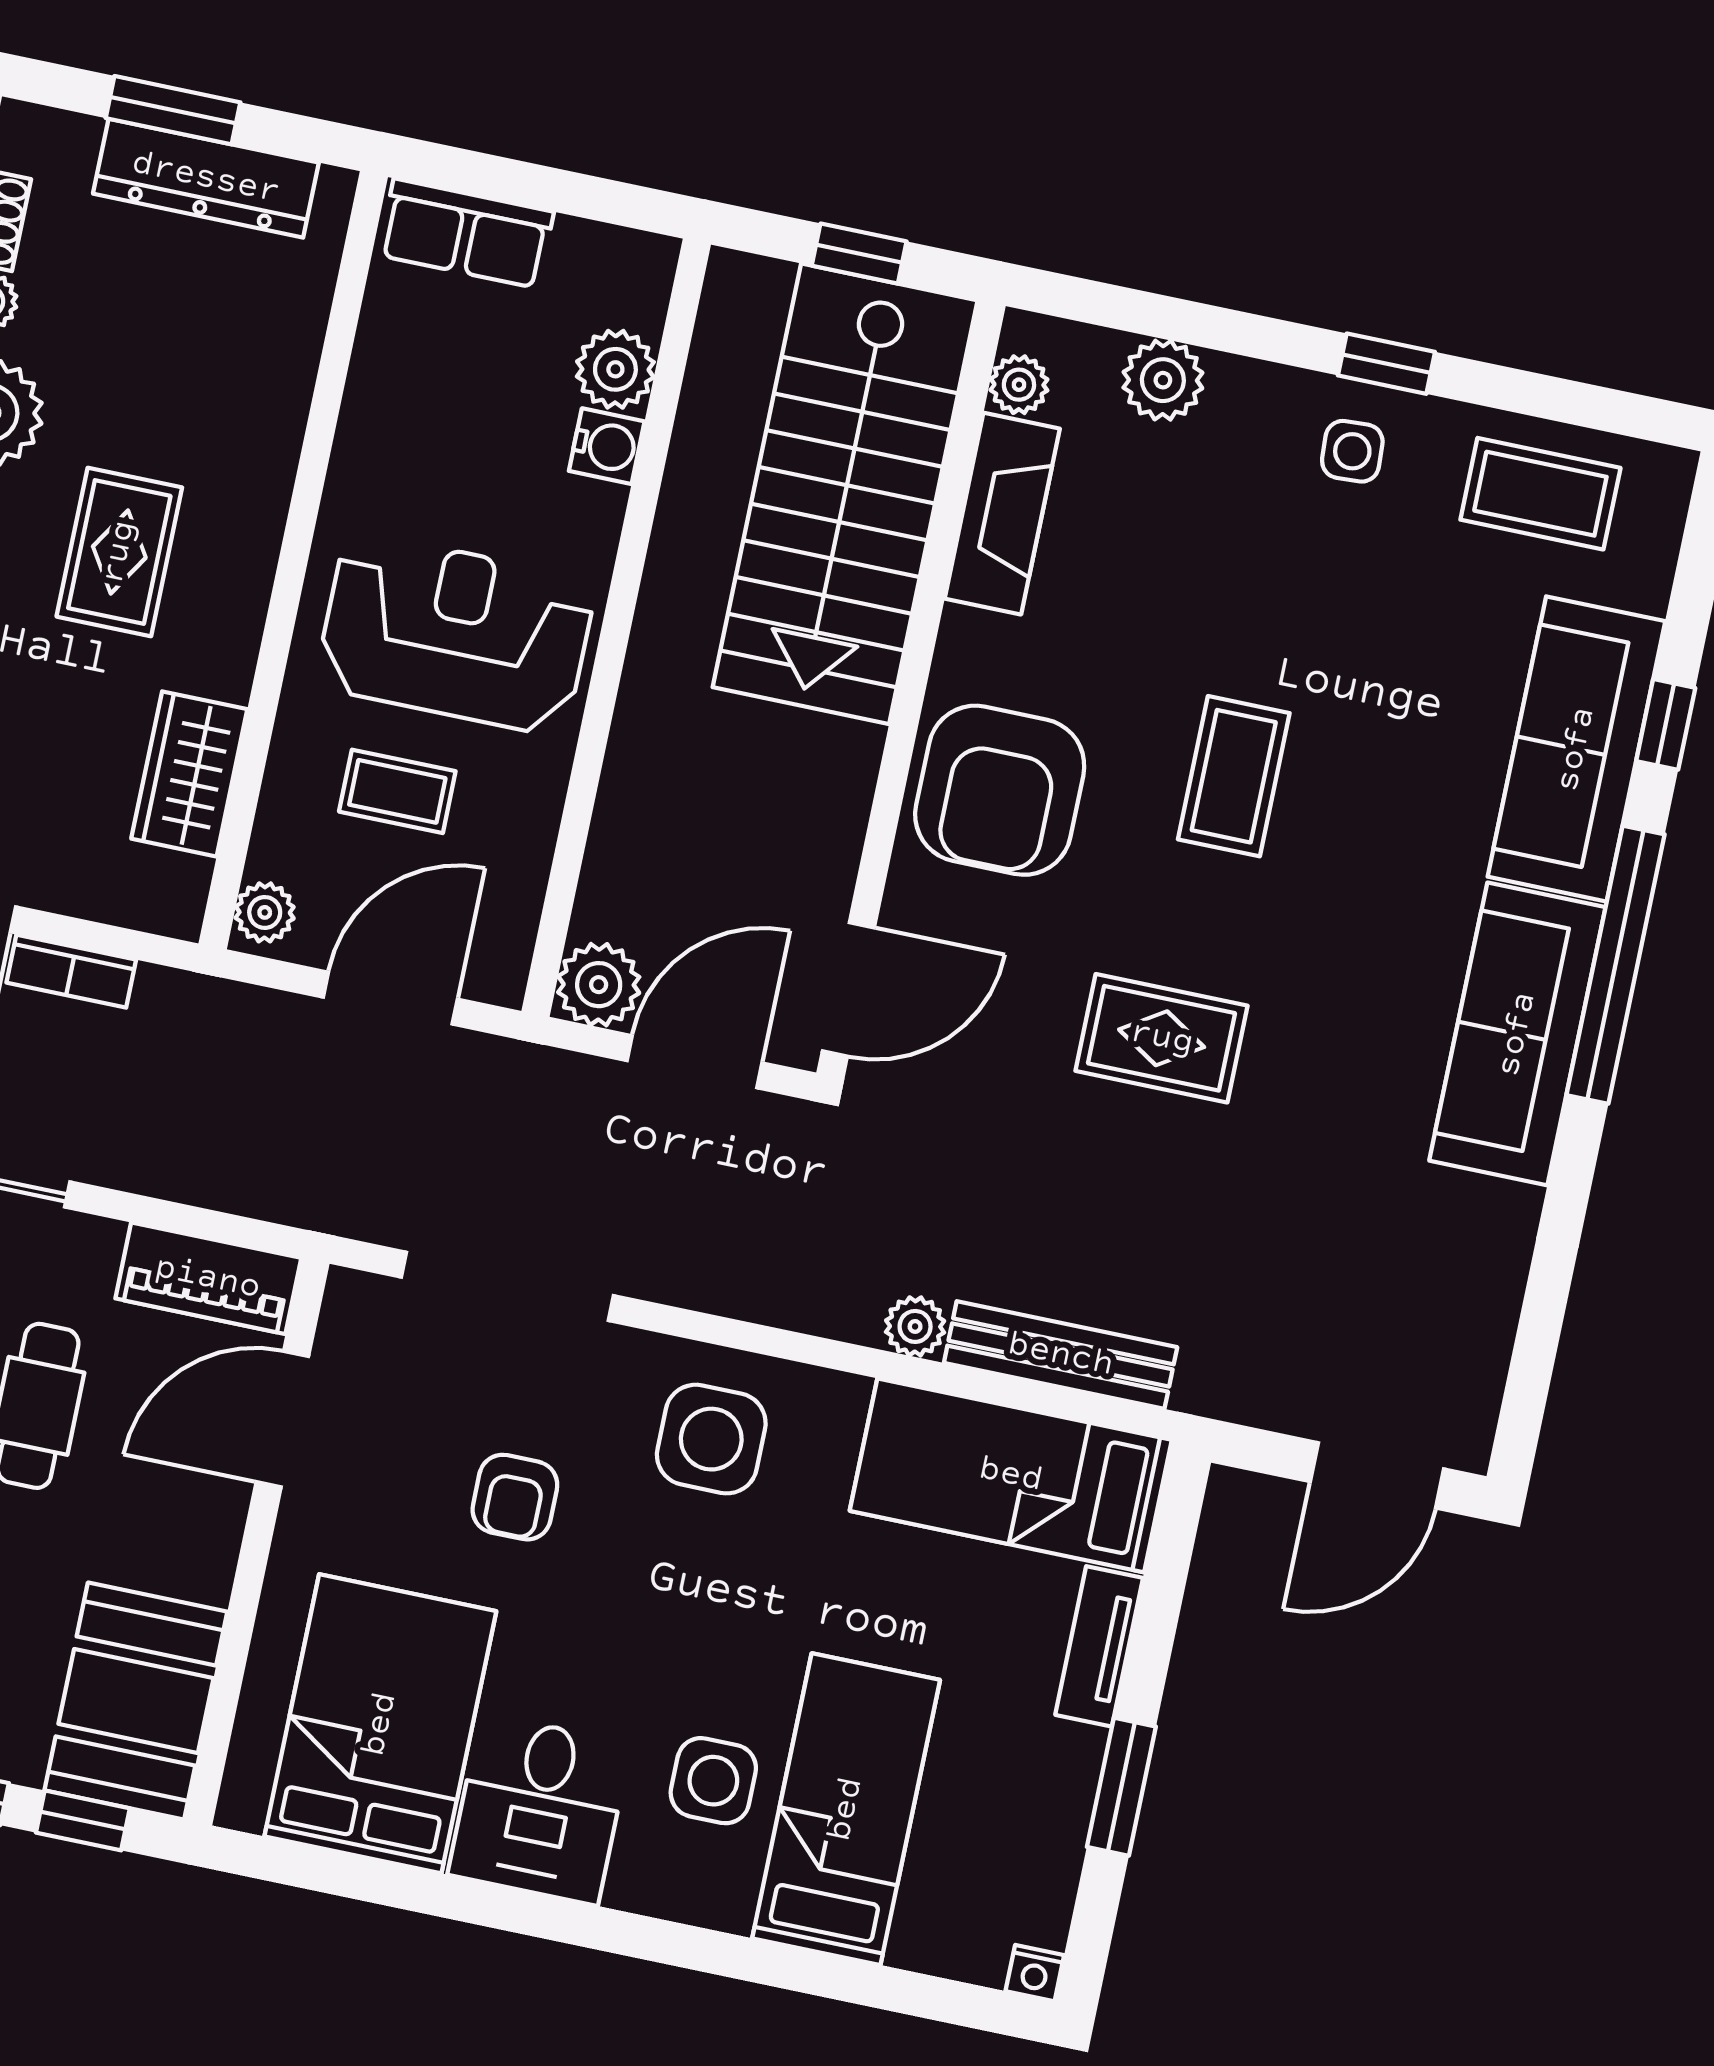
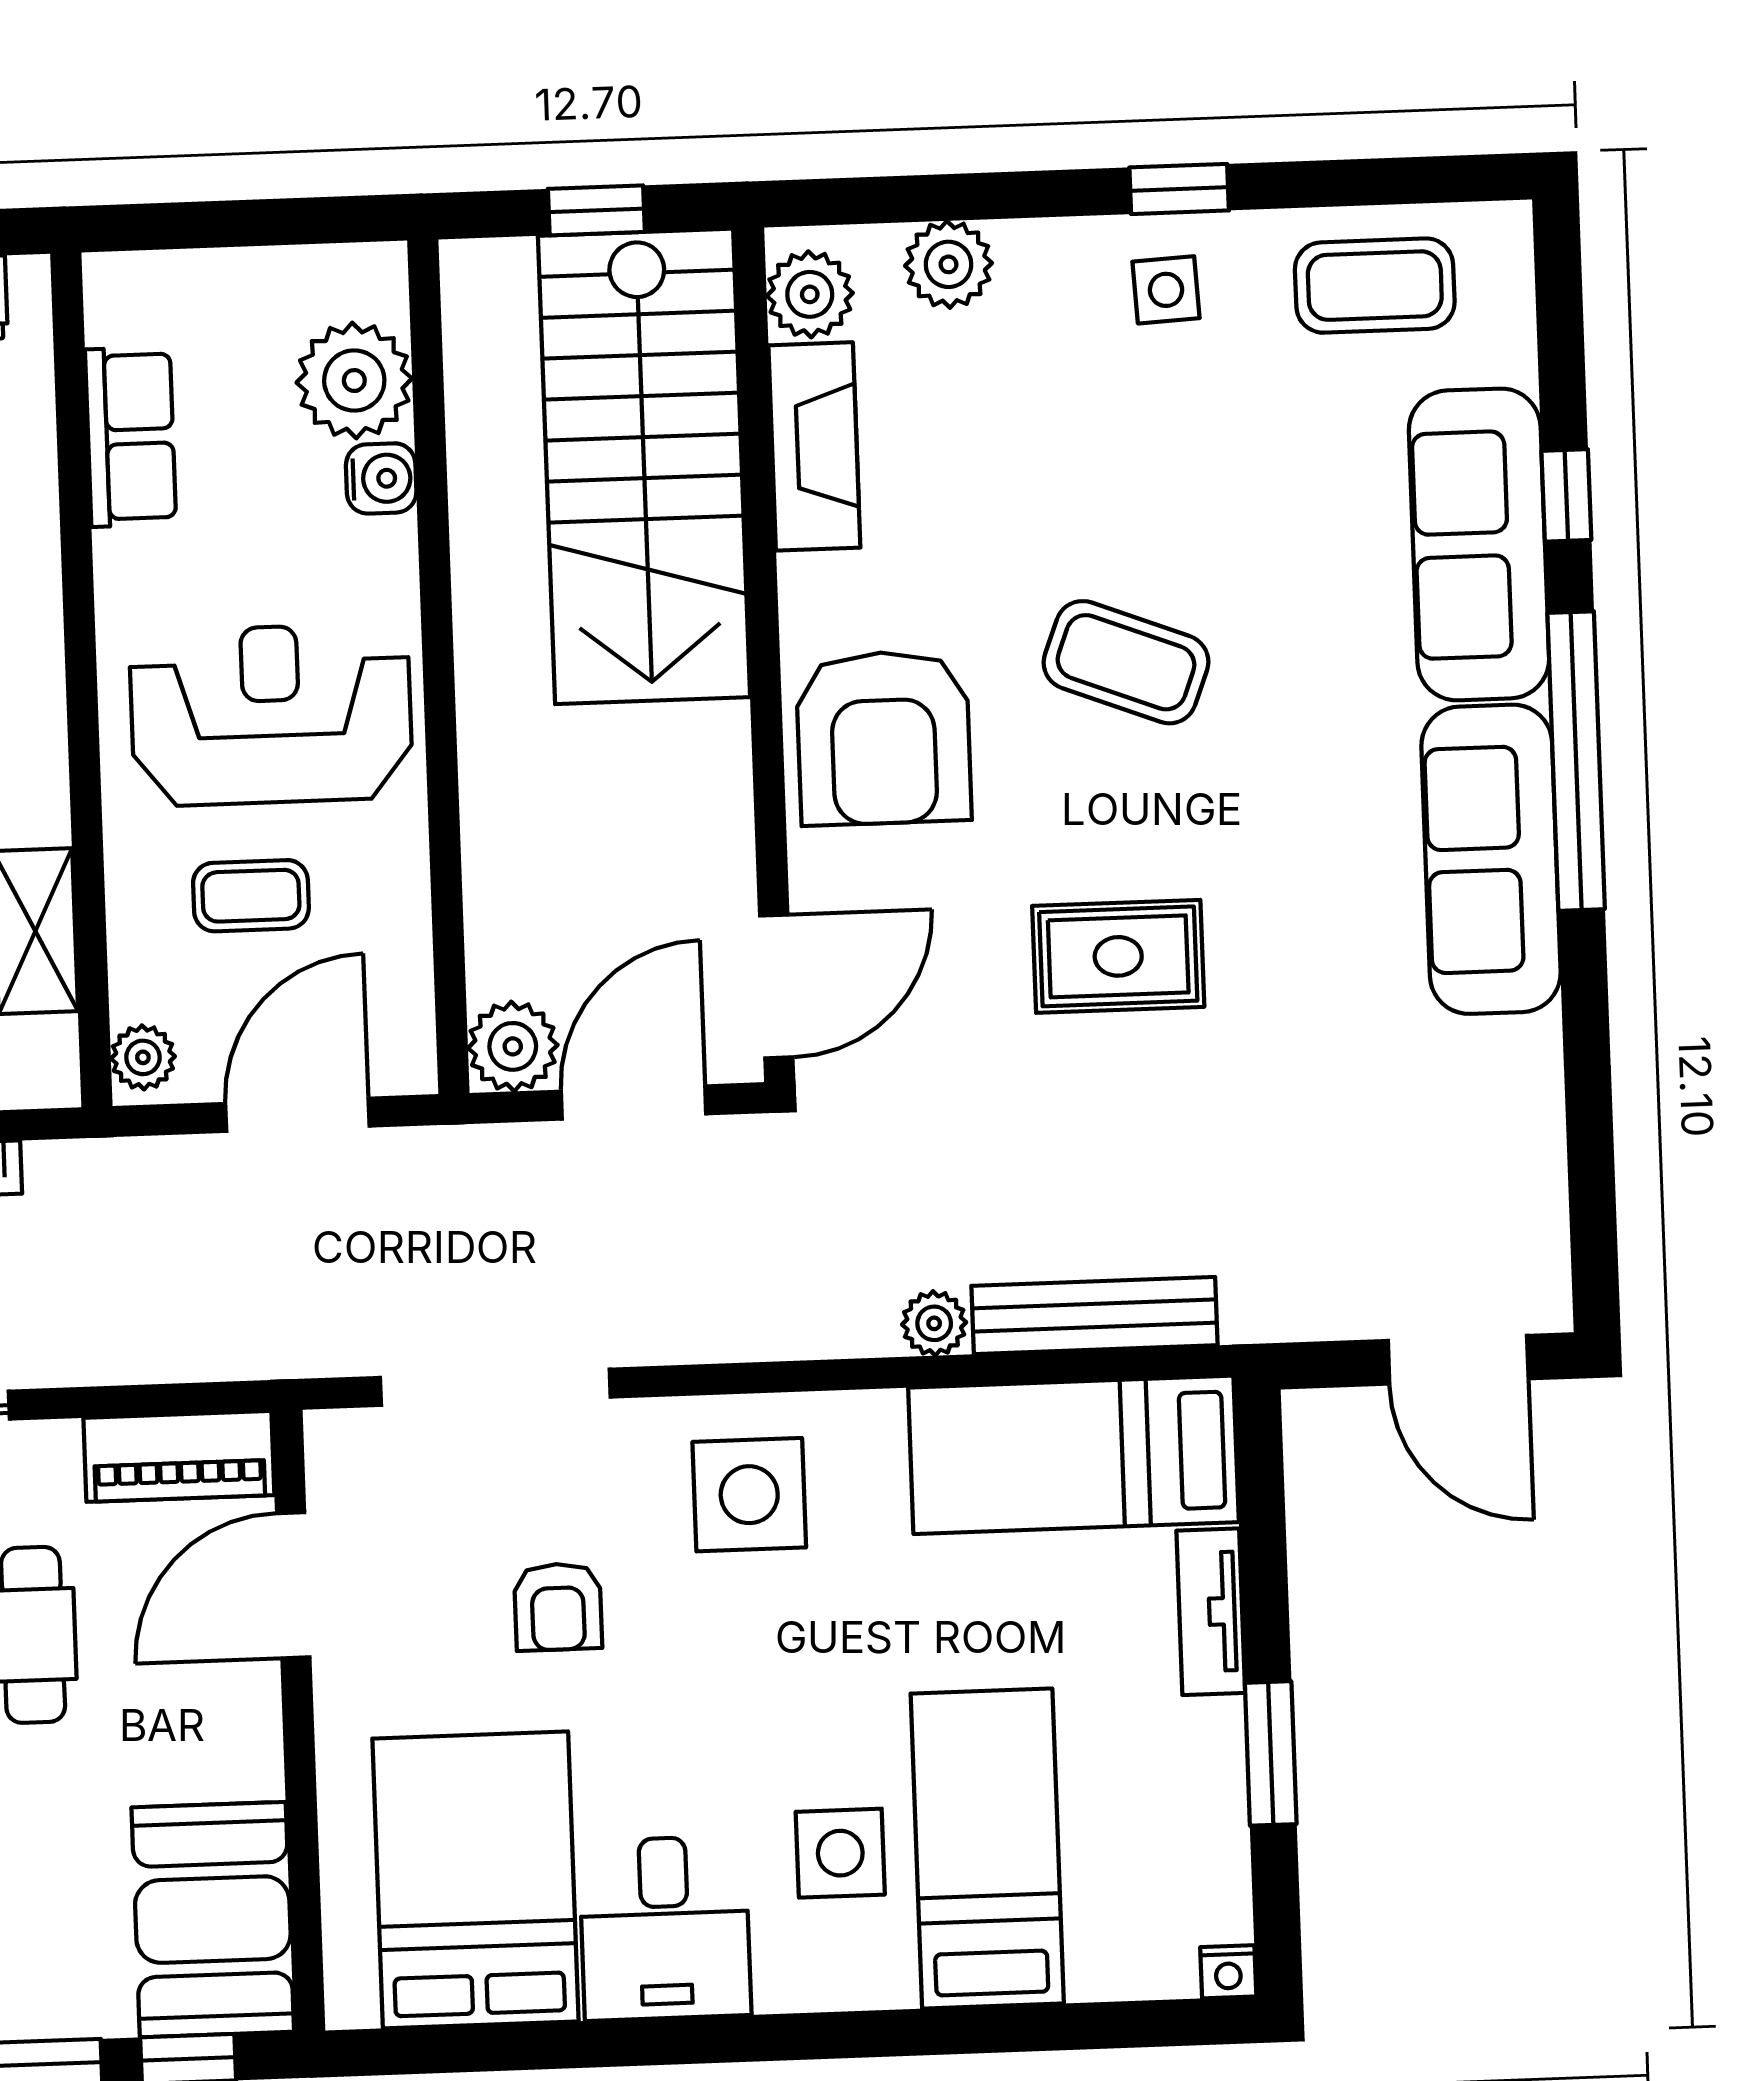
row of seats: (466, 233) -> (131, 437), moved, turned -90
plant: (615, 369) -> (354, 381), width x1.36, depth x1.36
plant: (1019, 385) -> (810, 294), width x1.38, depth x1.38
coffee table: (1234, 776) -> (1126, 662), turned -69
door: (1377, 1475) -> (1458, 1360), hinge flipped

